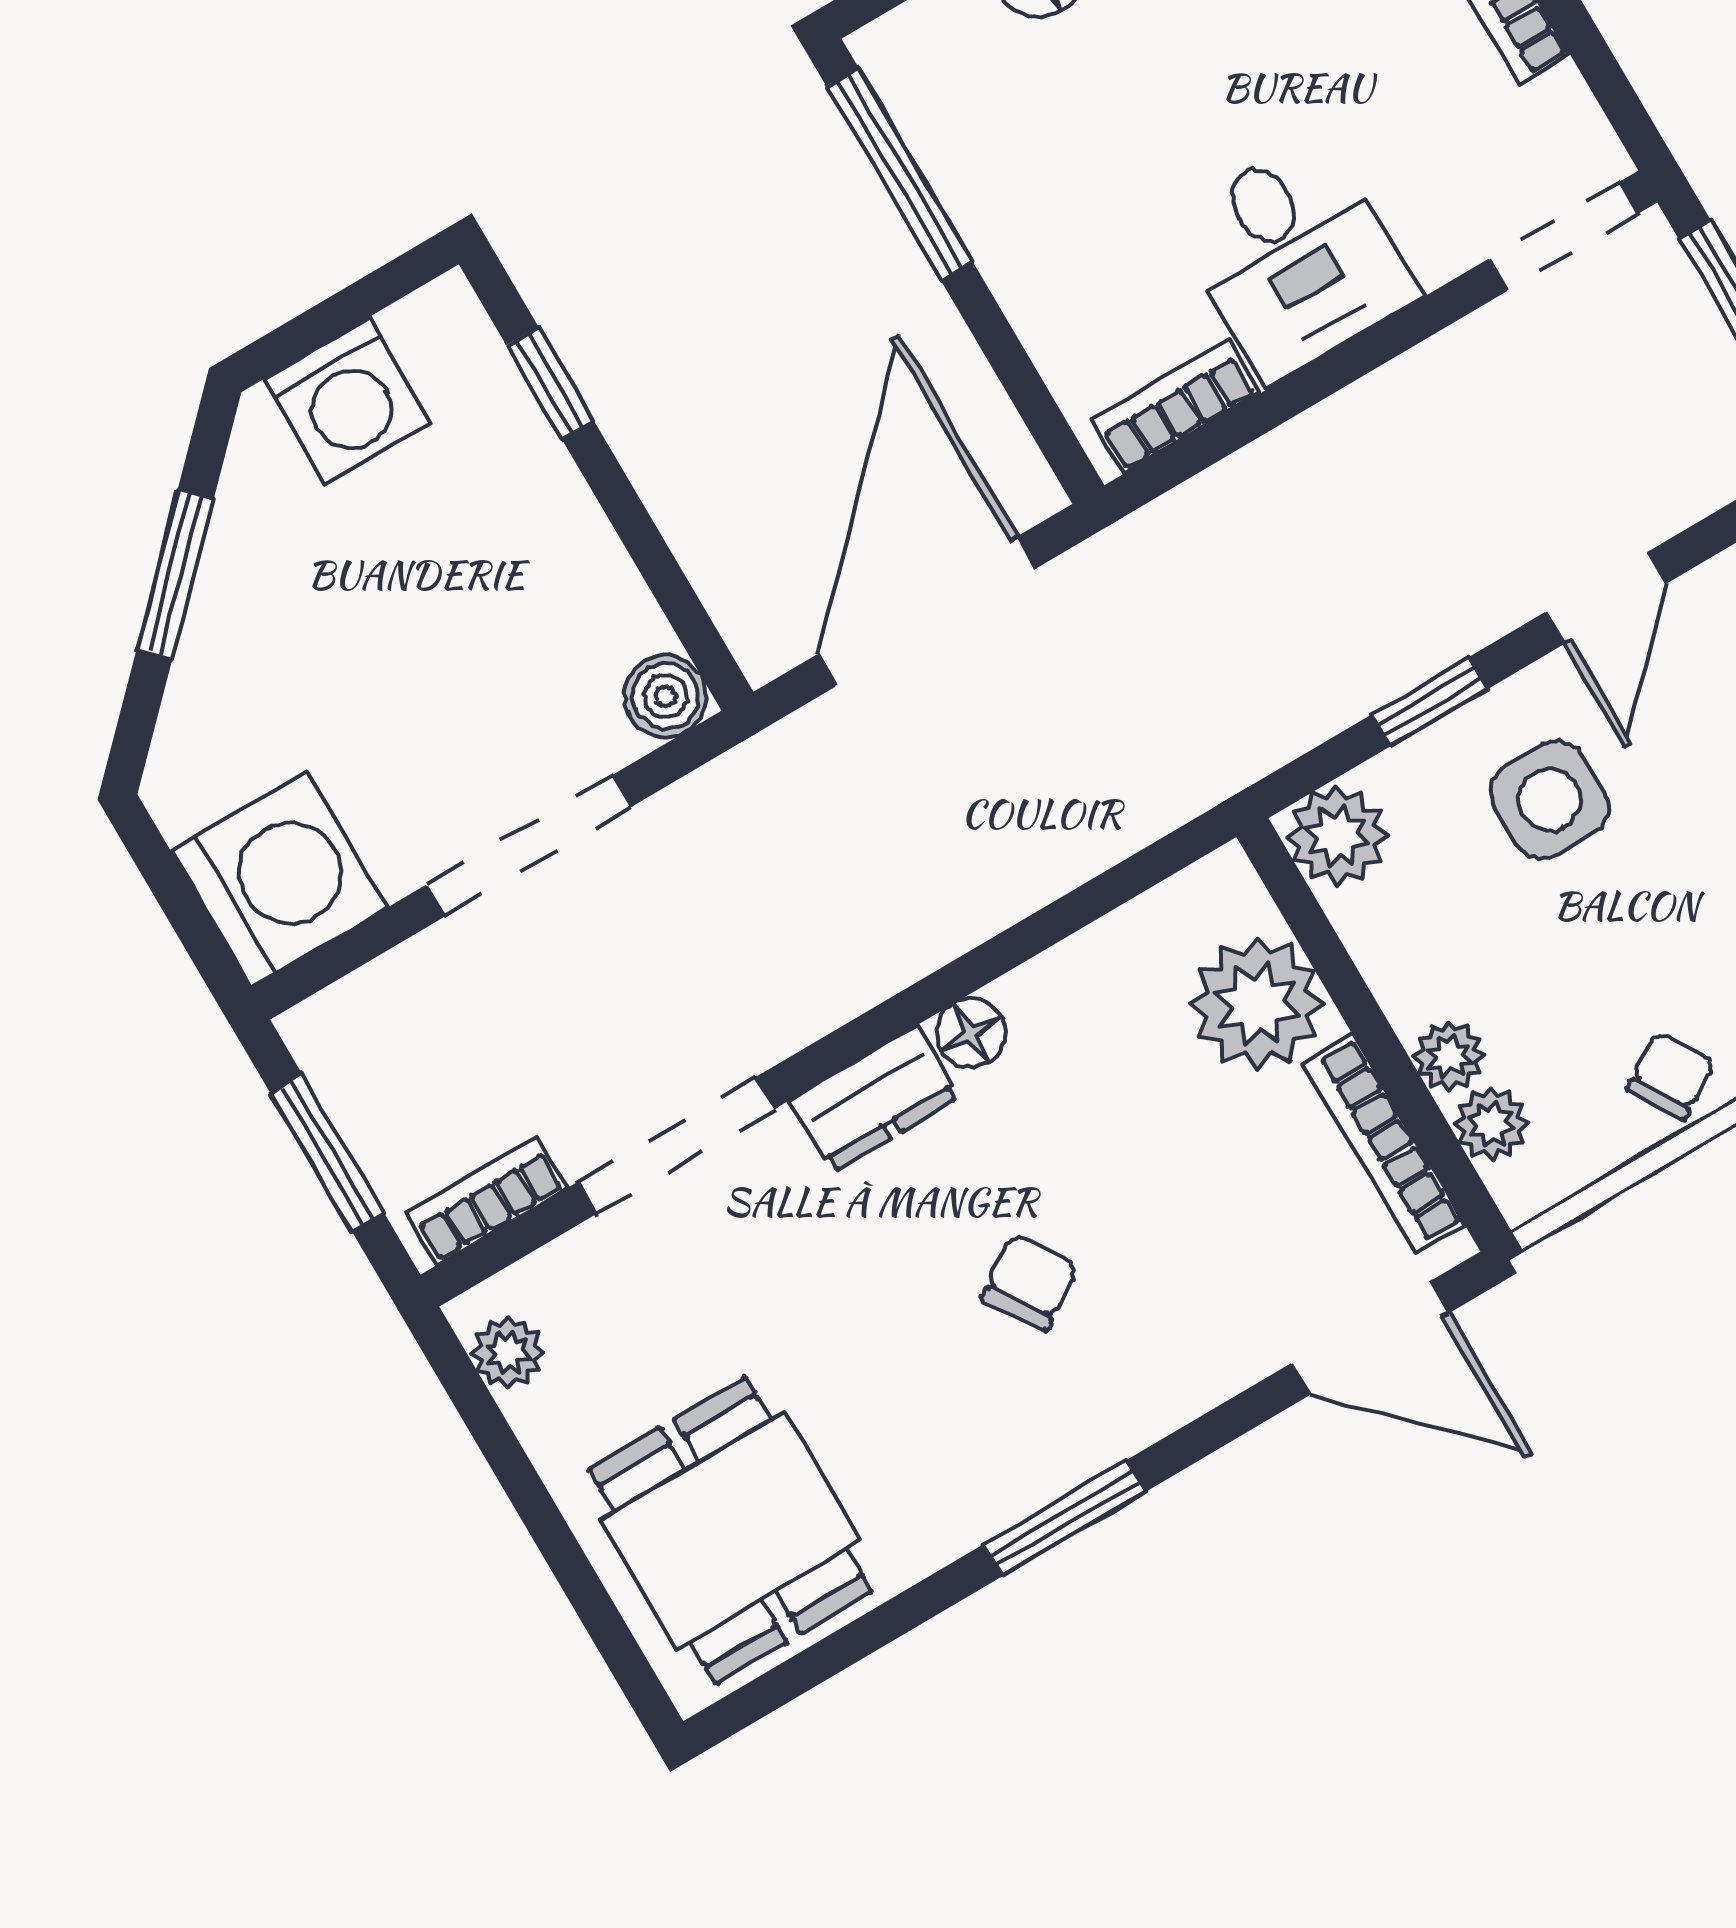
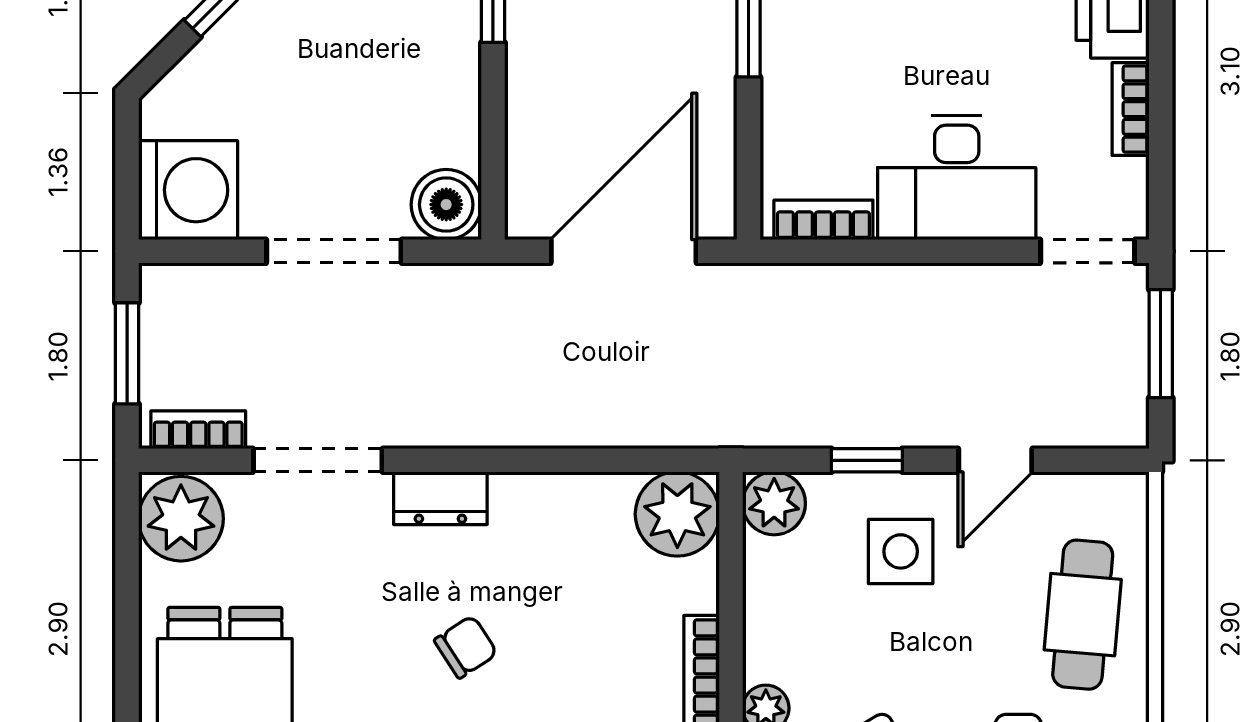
desk: (1295, 258) -> (957, 177), width x1.37
boiler: (666, 696) -> (446, 205), width x1.36, depth x1.36
plant: (1257, 1004) -> (677, 514), moved
floor lamp: (971, 1033) -> (513, 494), removed
plant: (1449, 1056) -> (765, 658), removed
plant: (508, 1353) -> (181, 519), width x1.88, depth x1.88

